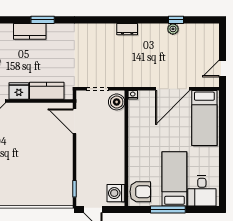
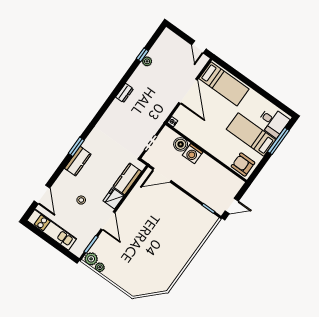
boiler: (117, 102) -> (181, 144), moved
armchair: (140, 192) -> (243, 165), turned -90
washing machine: (116, 193) -> (193, 154), moved
window: (168, 209) -> (278, 141), moved

